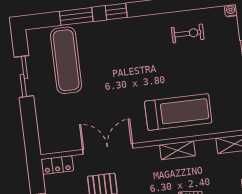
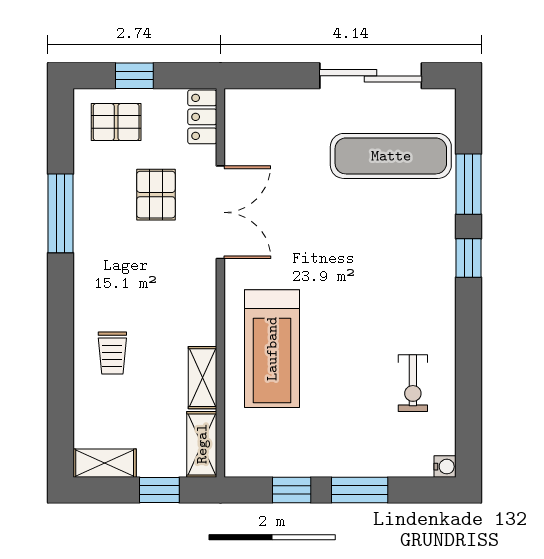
sliding door: (24, 77) -> (371, 76), width x1.37
shelving: (177, 150) -> (203, 378), moved

